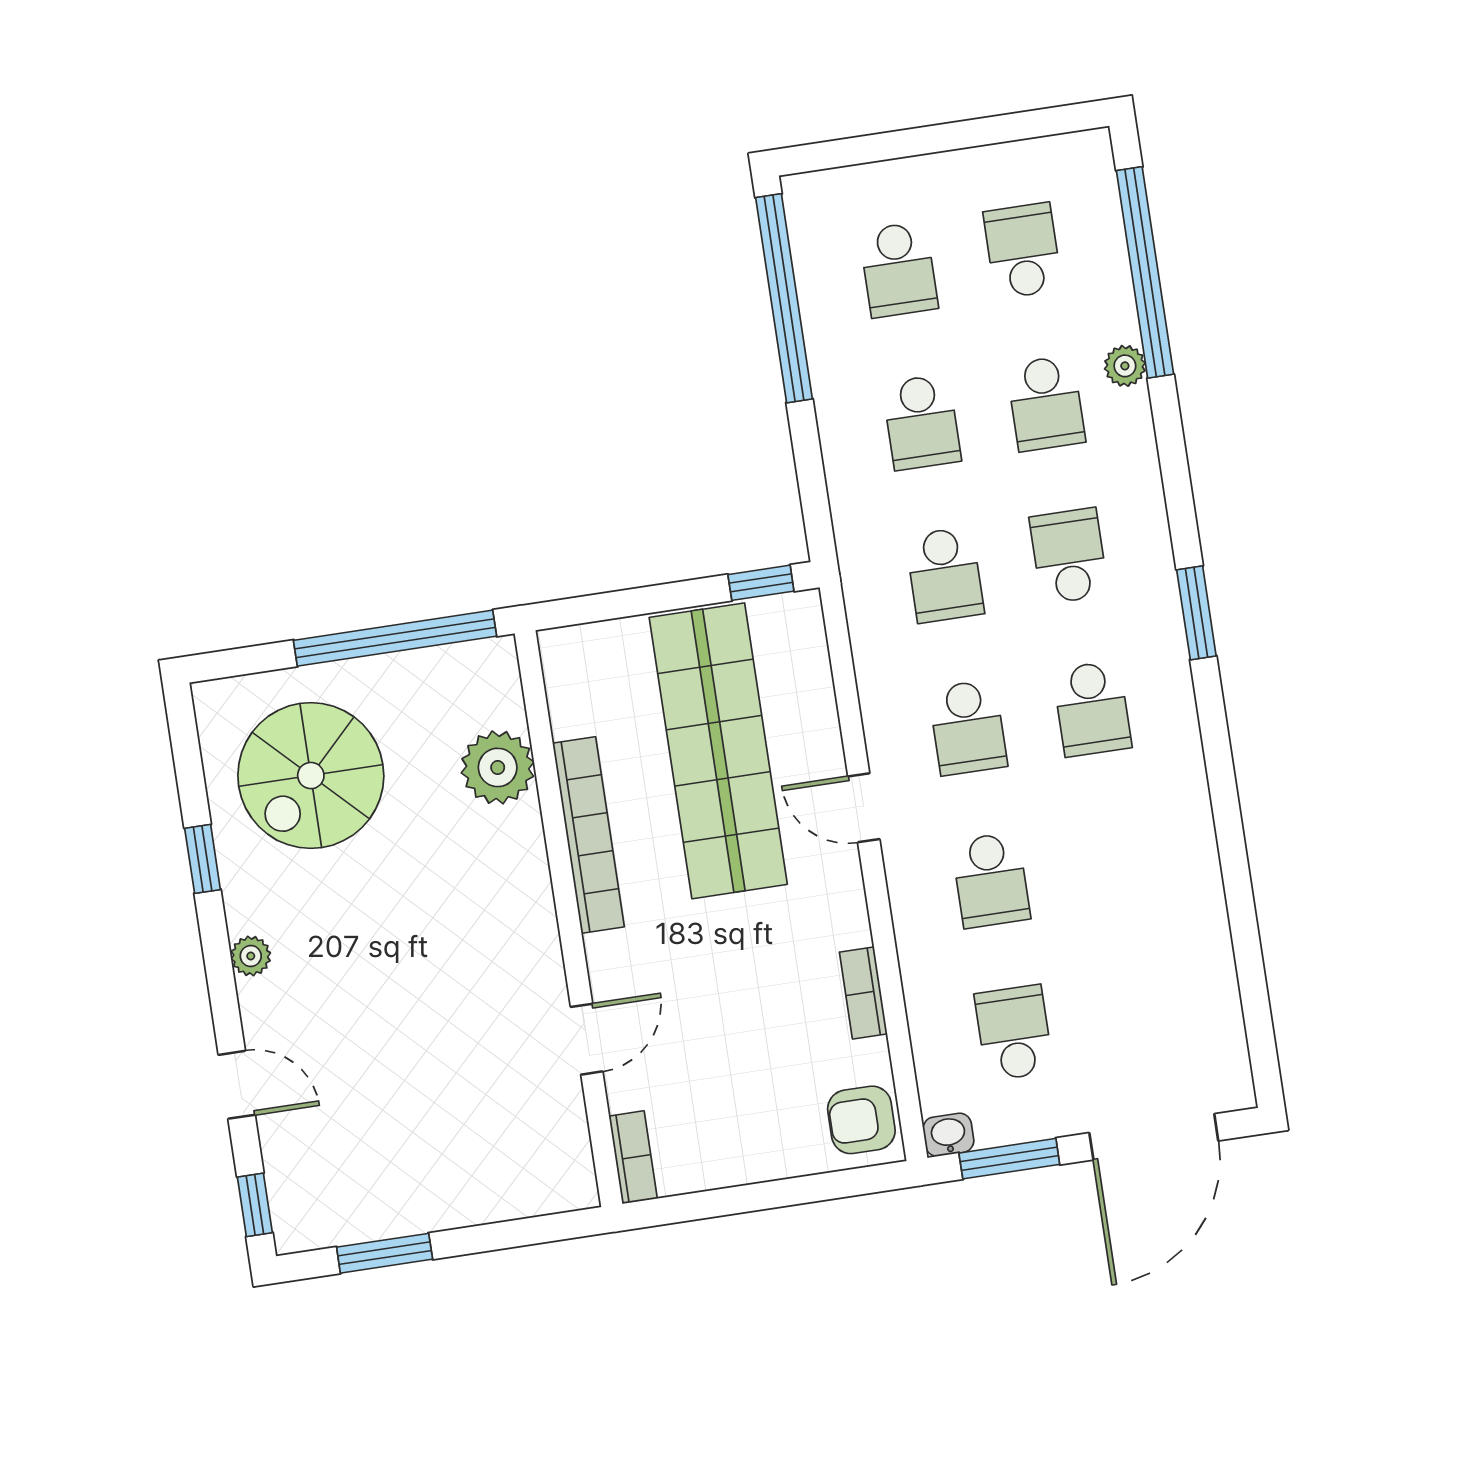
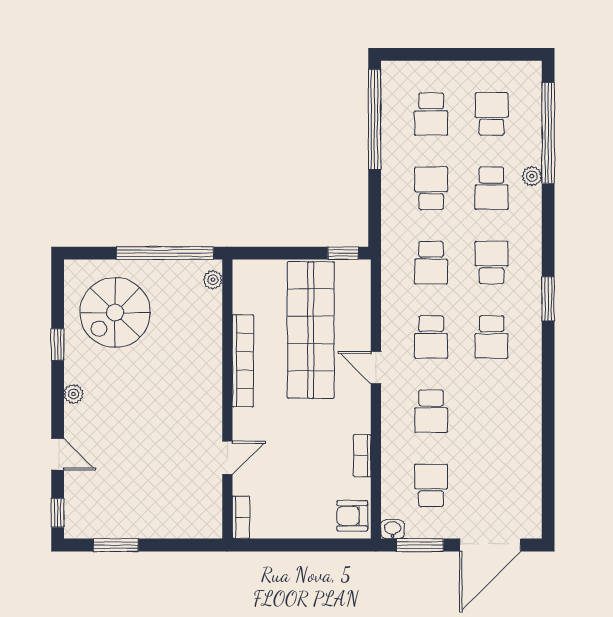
school desk: (922, 422) -> (431, 188), turned 180
plant: (498, 767) -> (213, 280), moved, width x0.53, depth x0.53

